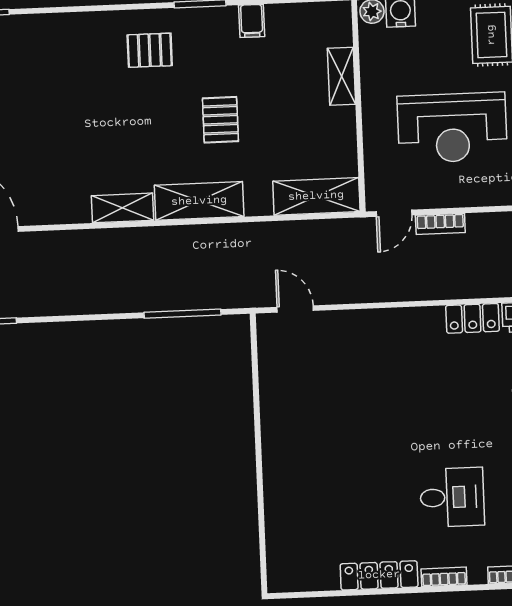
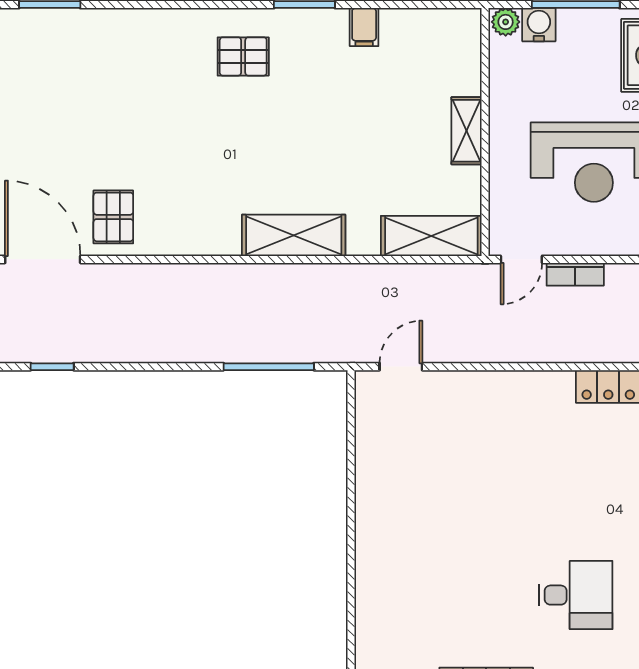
shelving: (341, 76) -> (467, 131), moved
pallet: (220, 120) -> (113, 217), moved
shelving: (122, 208) -> (204, 240), removed
door: (295, 309) -> (401, 367), hinge flipped

